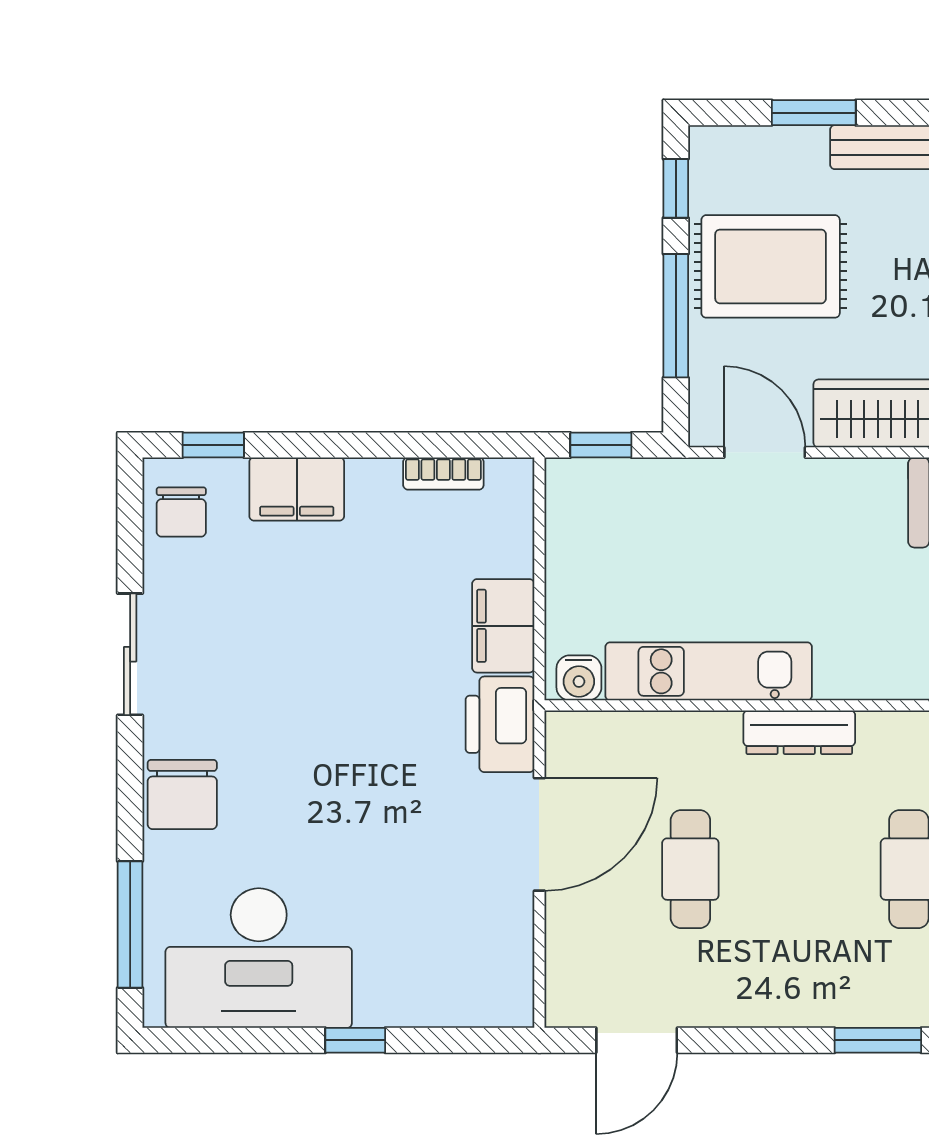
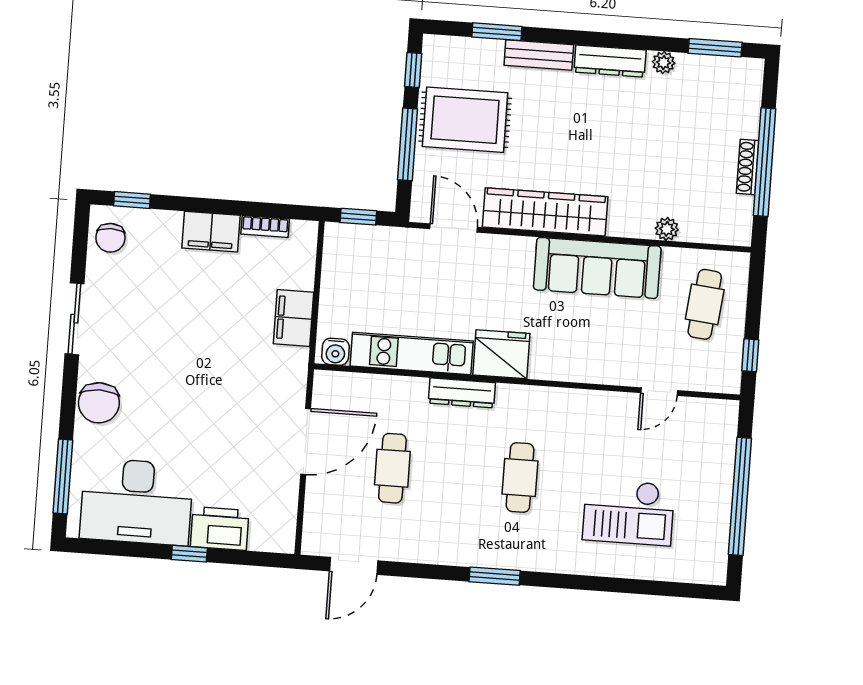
filing cabinet: (297, 489) -> (211, 232), moved
fridge: (862, 661) -> (501, 354), added
printer: (500, 724) -> (220, 529), moved, turned 90

